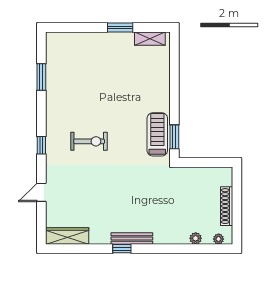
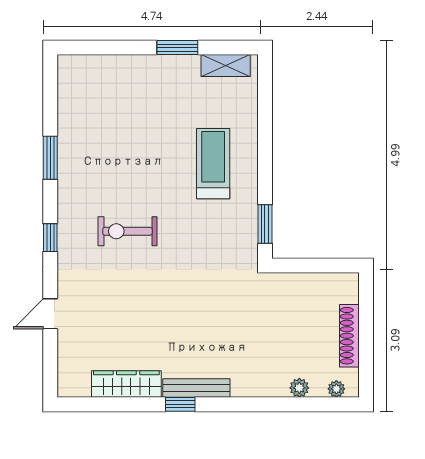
window: (41, 77) -> (50, 158), moved
treadmill: (157, 134) -> (213, 164), moved
exercise bike: (89, 141) -> (127, 231), turned 180
wardrobe: (67, 236) -> (126, 384), moved

